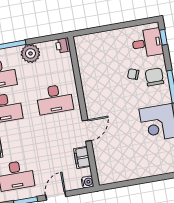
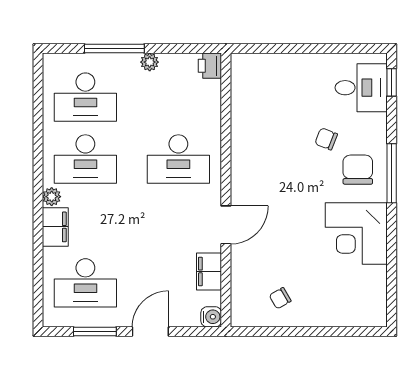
plant: (30, 53) -> (150, 62), width x0.53, depth x0.53
chair: (154, 77) -> (358, 170), moved
chair: (123, 165) -> (280, 298), added

